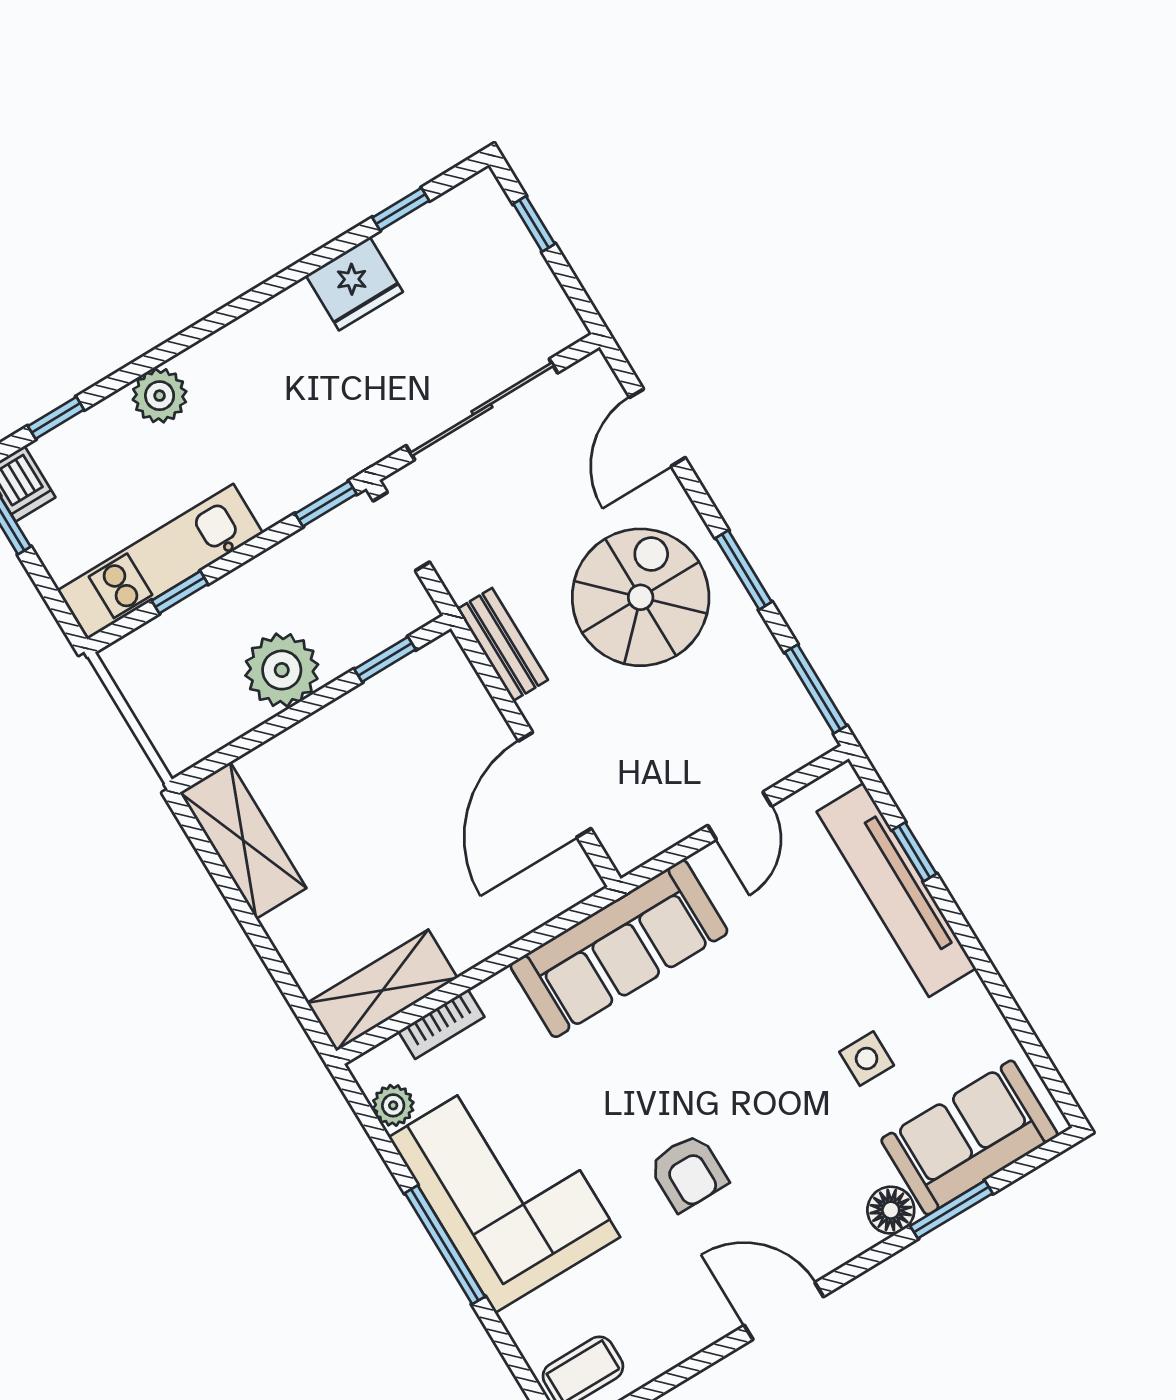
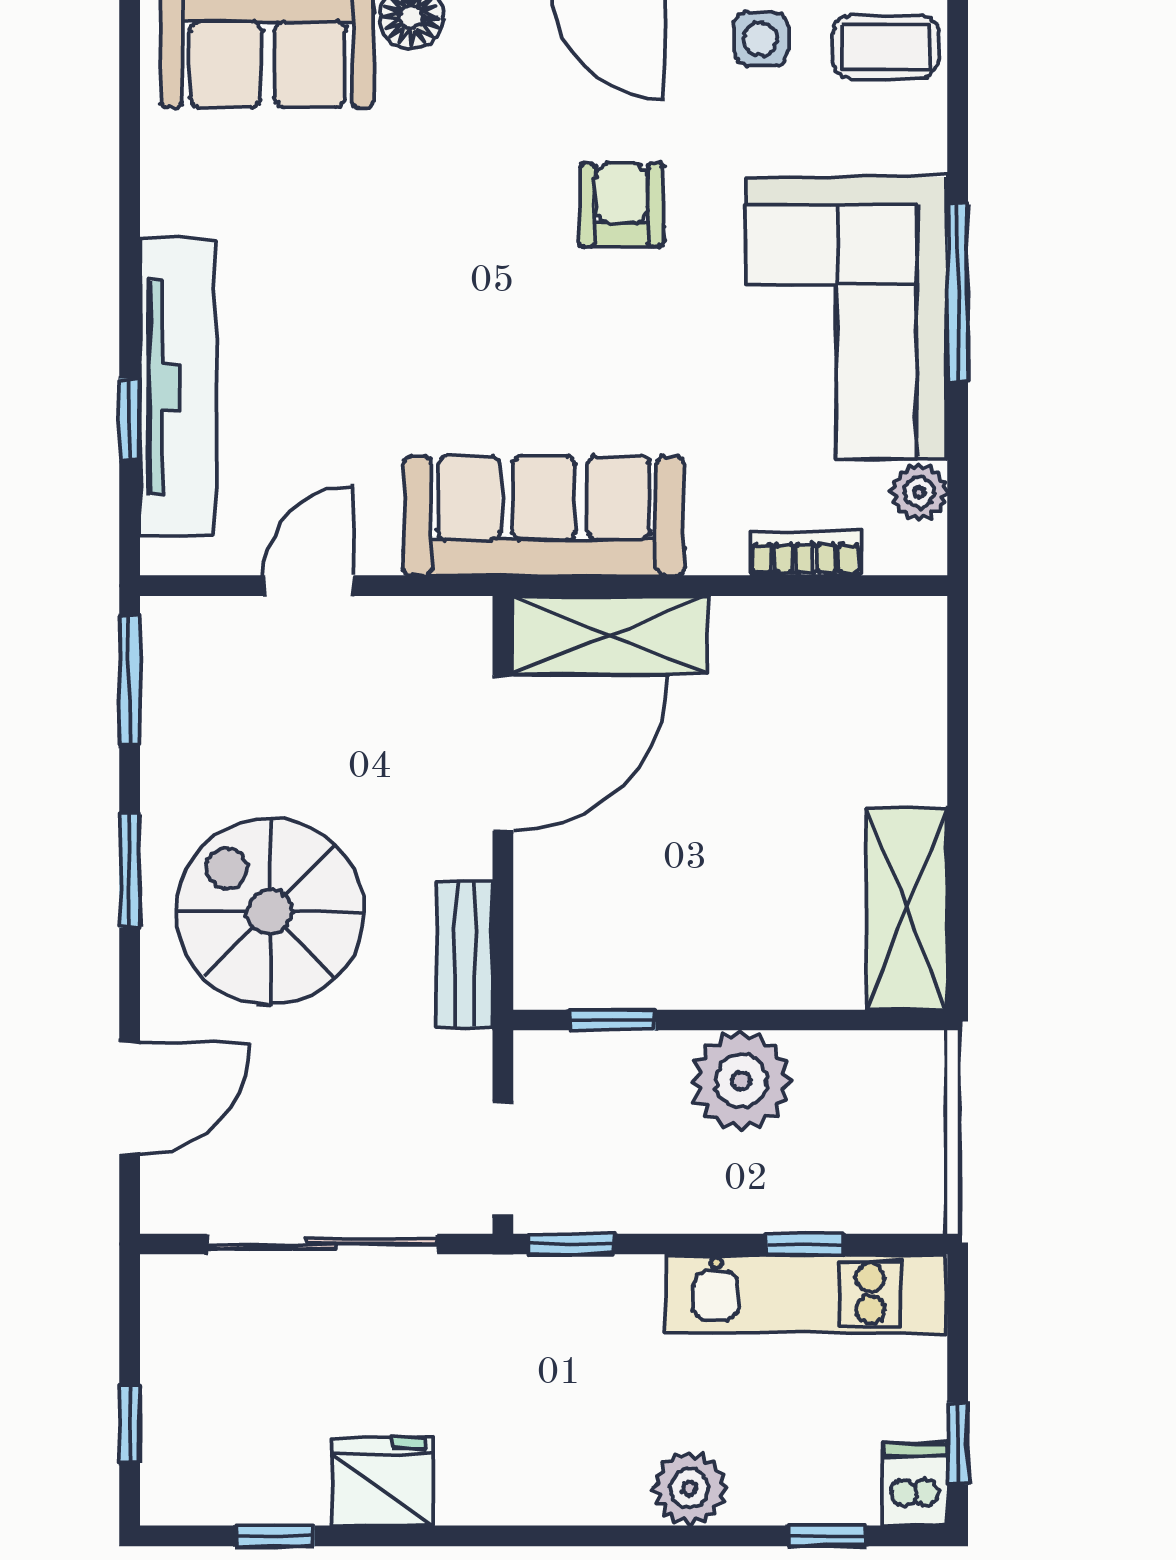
spiral stairs: (641, 597) -> (270, 912), turned 90
shelving: (382, 990) -> (610, 635), moved
side table: (867, 1059) -> (761, 39), moved

